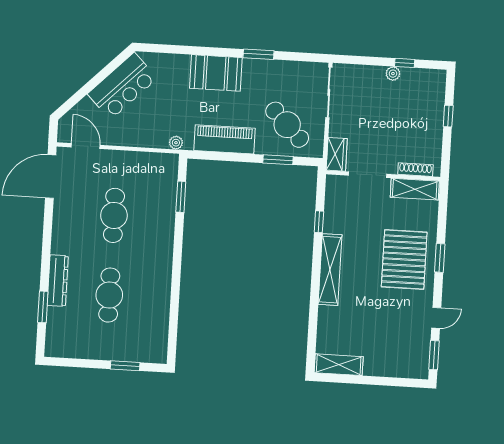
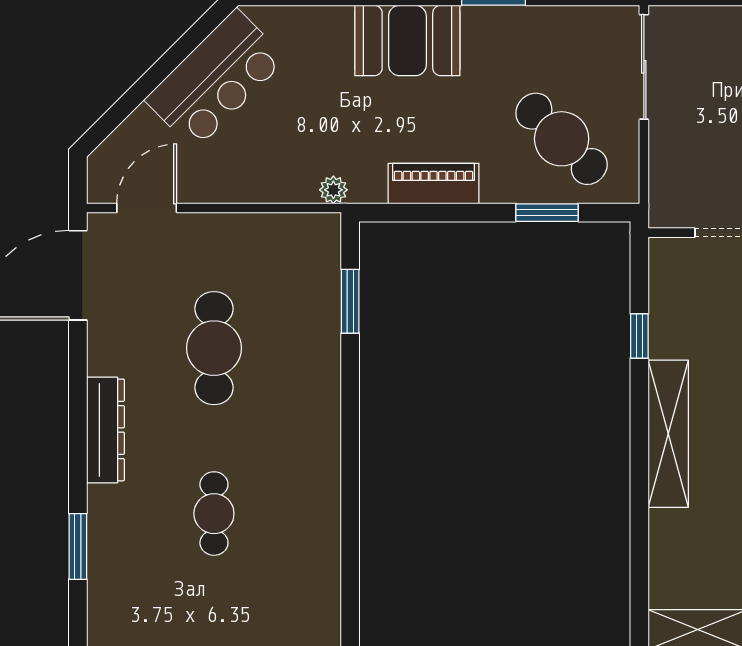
piano: (224, 139) -> (434, 184), width x0.73, depth x0.75
door: (86, 146) -> (147, 208), hinge flipped
wardrobe: (337, 154) -> (668, 194), removed
dresser: (58, 281) -> (105, 430), moved
cafe table: (109, 295) -> (214, 514), width x0.73, depth x0.74

